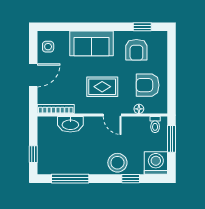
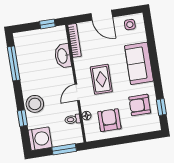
toilet: (155, 125) -> (73, 119), moved
window: (33, 154) -> (47, 24), moved

